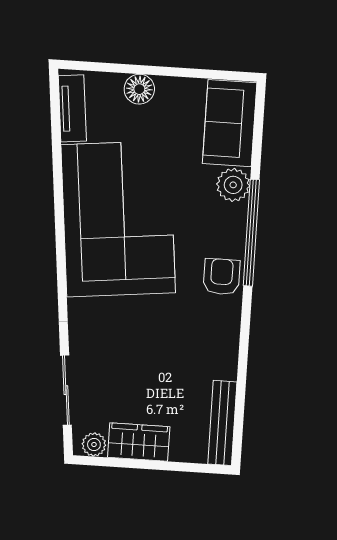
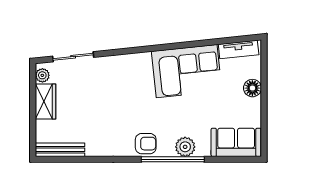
plant: (233, 185) -> (185, 147), moved
corner sofa: (118, 219) -> (187, 71), width x0.73, depth x0.74

